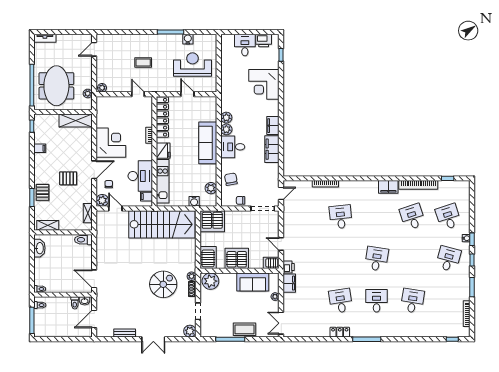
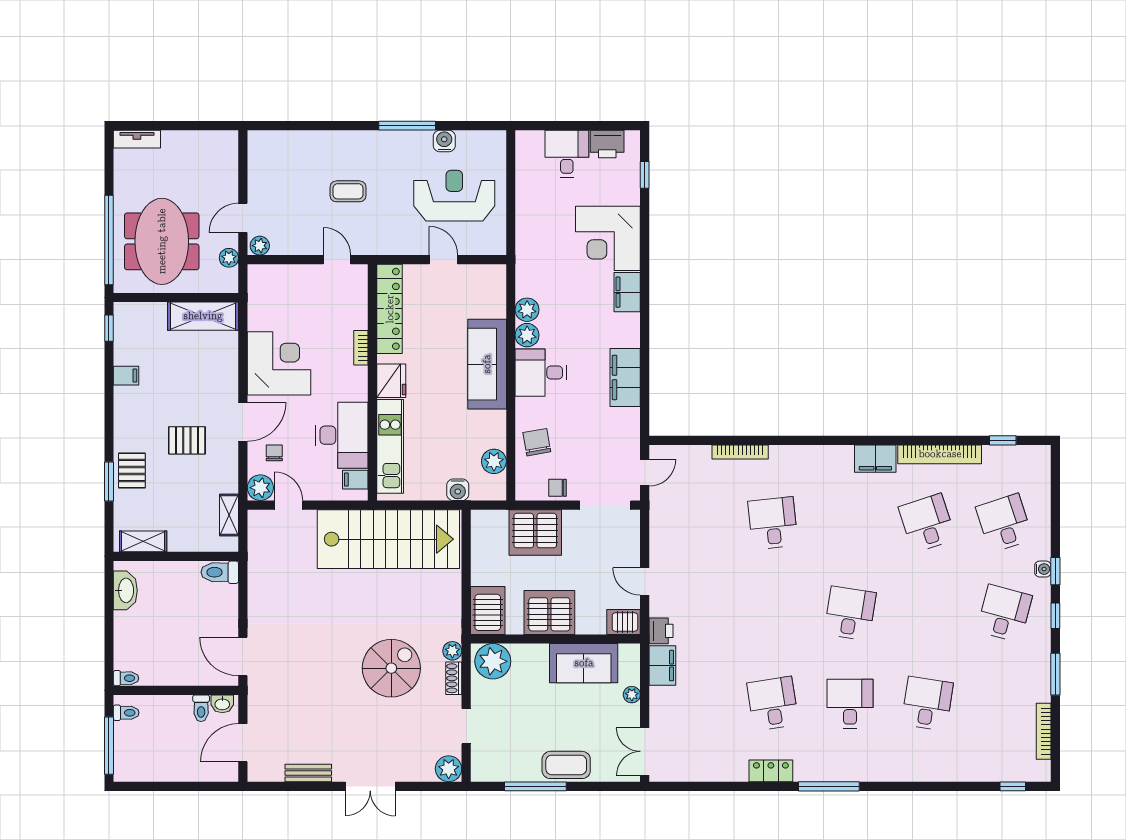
door: (94, 49) -> (243, 218), moved
filing cabinet: (273, 126) -> (627, 292), moved
server rack: (212, 221) -> (535, 532), moved

